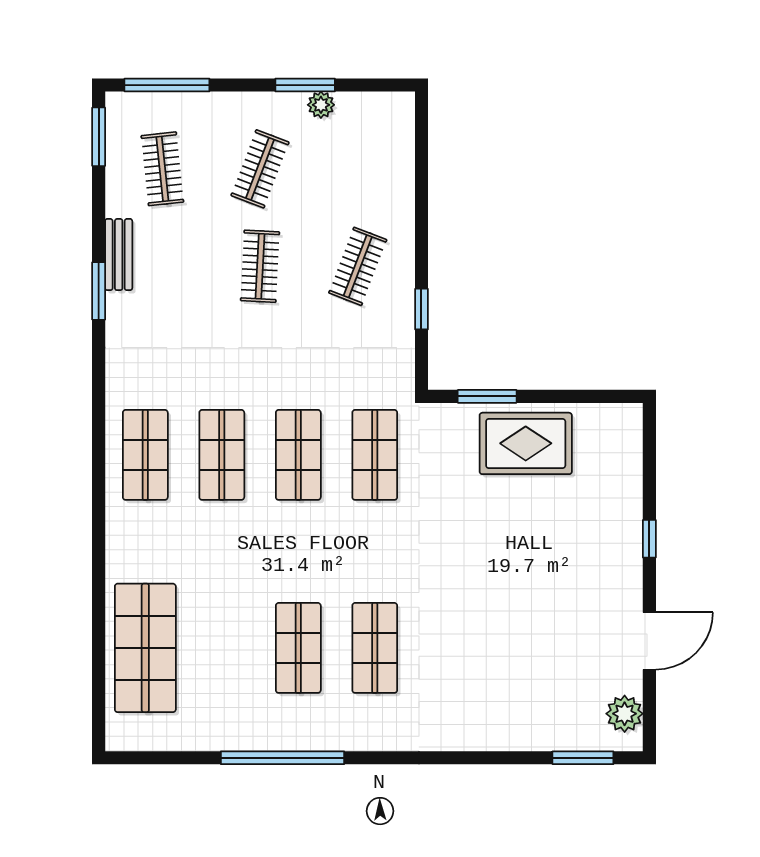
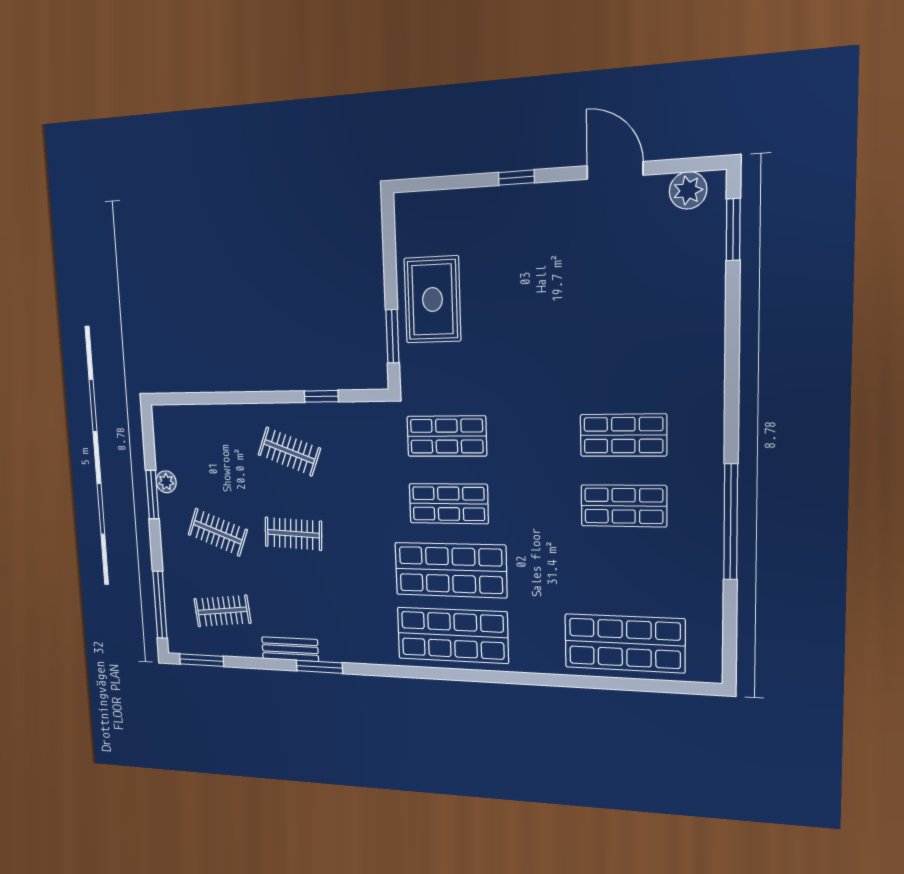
shop shelf: (145, 455) -> (452, 635), width x1.43, depth x1.36
shop shelf: (222, 455) -> (451, 570), width x1.43, depth x1.36

